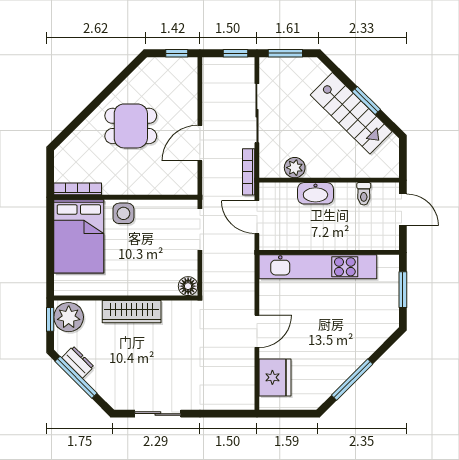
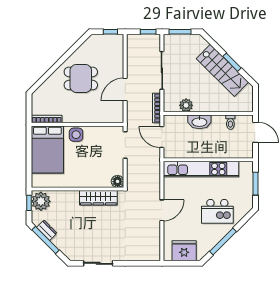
wardrobe: (132, 312) -> (98, 198), moved
kitchen island: (343, 333) -> (217, 211), added
fridge: (275, 377) -> (184, 251), moved, turned -90

